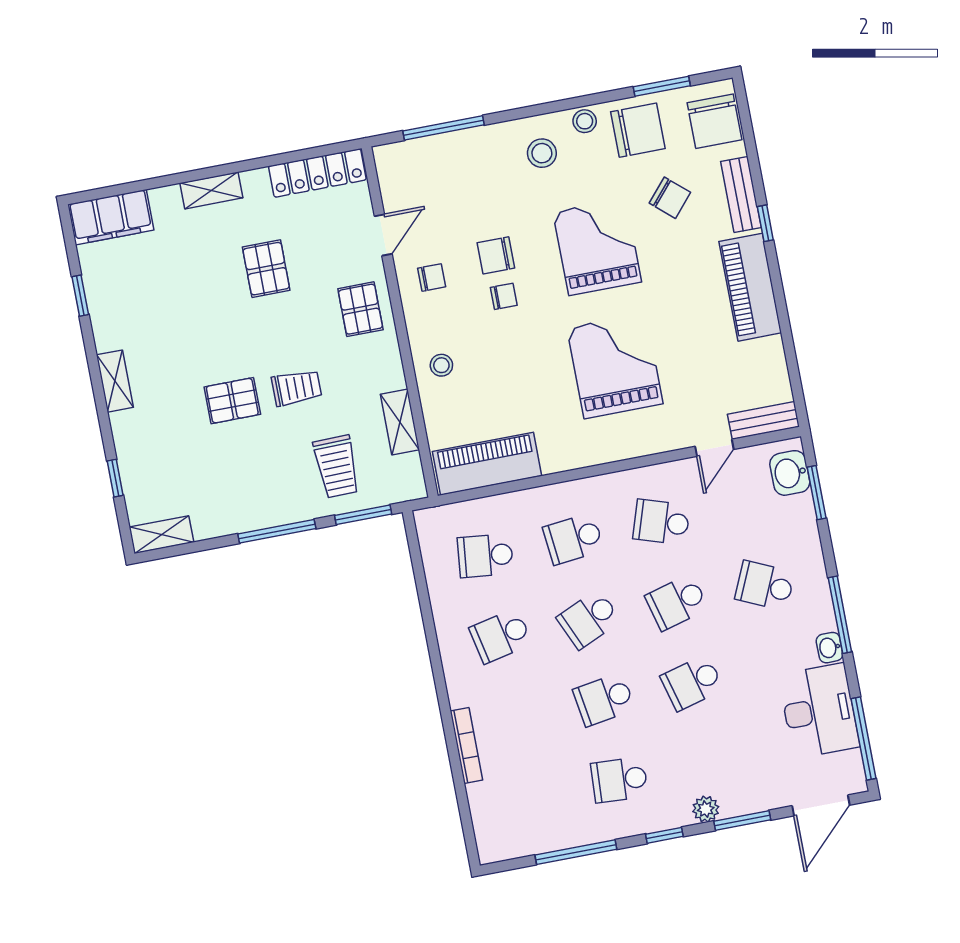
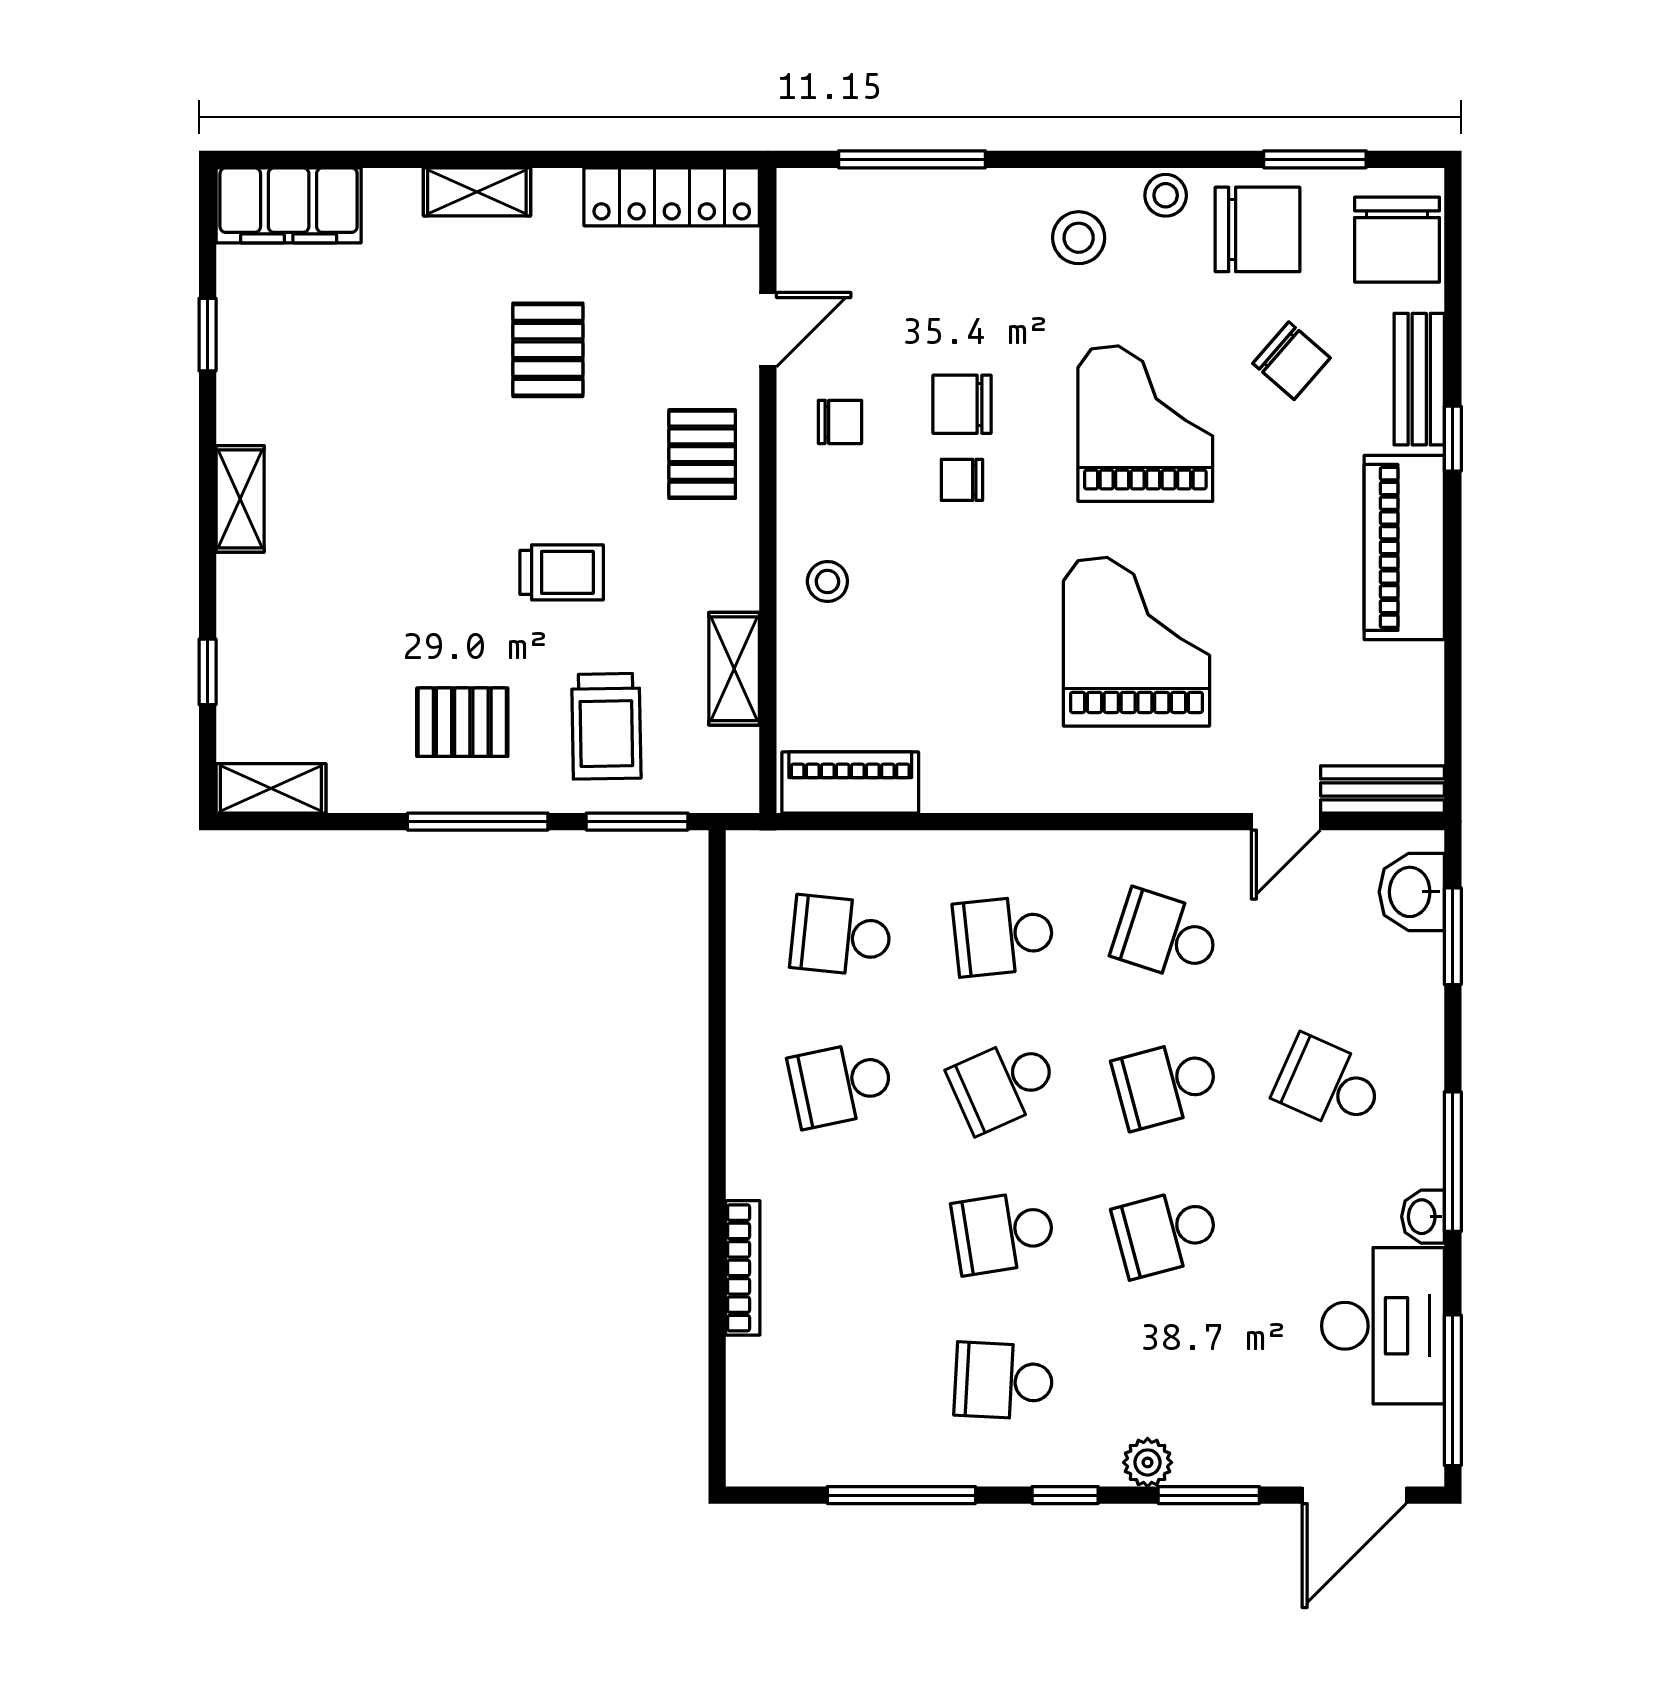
chair: (504, 296) -> (962, 480), turned 180
pallet: (232, 401) -> (462, 722), moved
piano: (487, 464) -> (850, 782), width x0.73, depth x0.75

